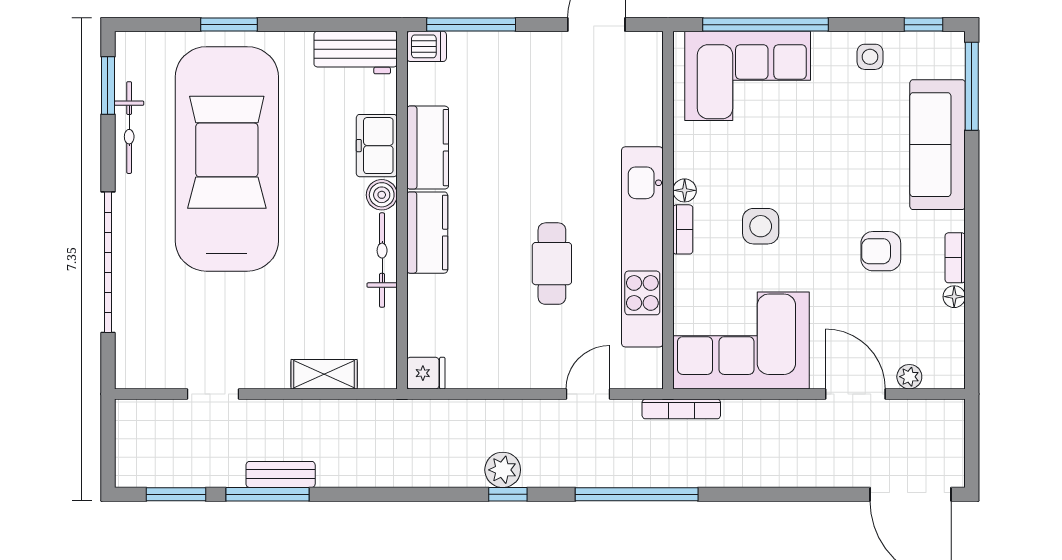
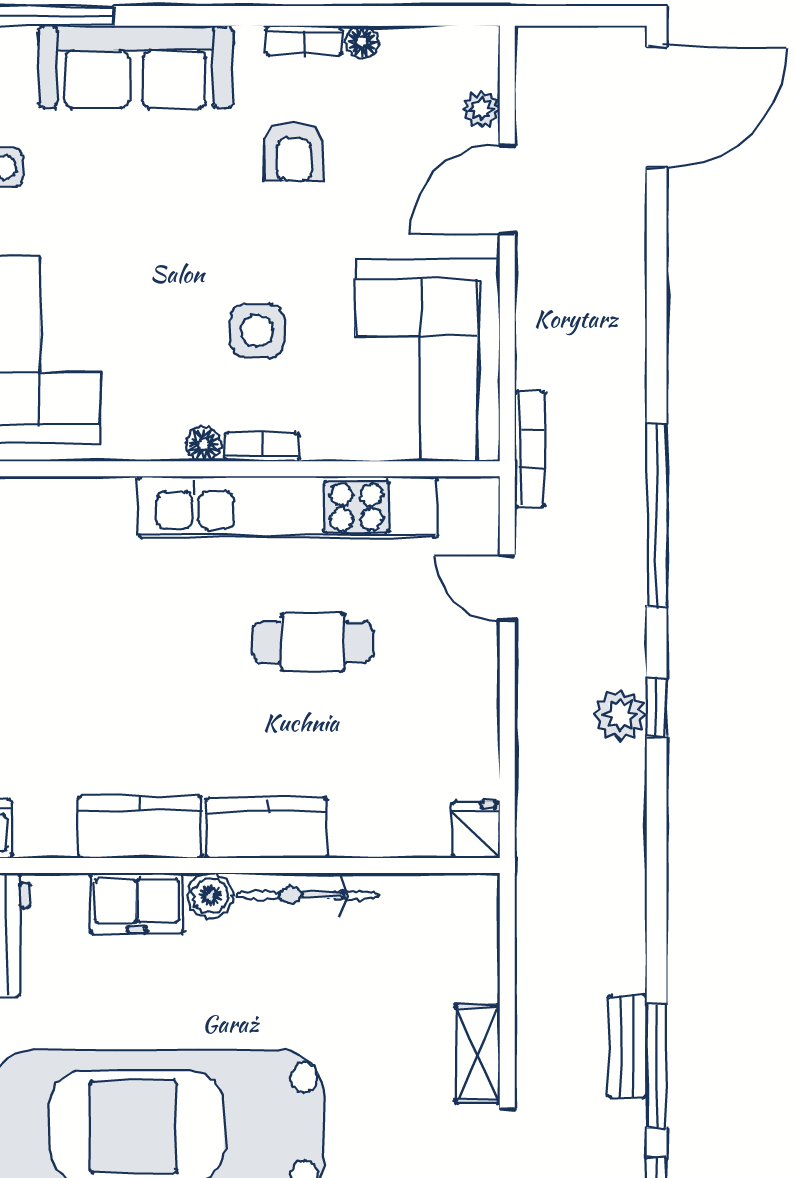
shelving: (324, 374) -> (478, 1054), moved

